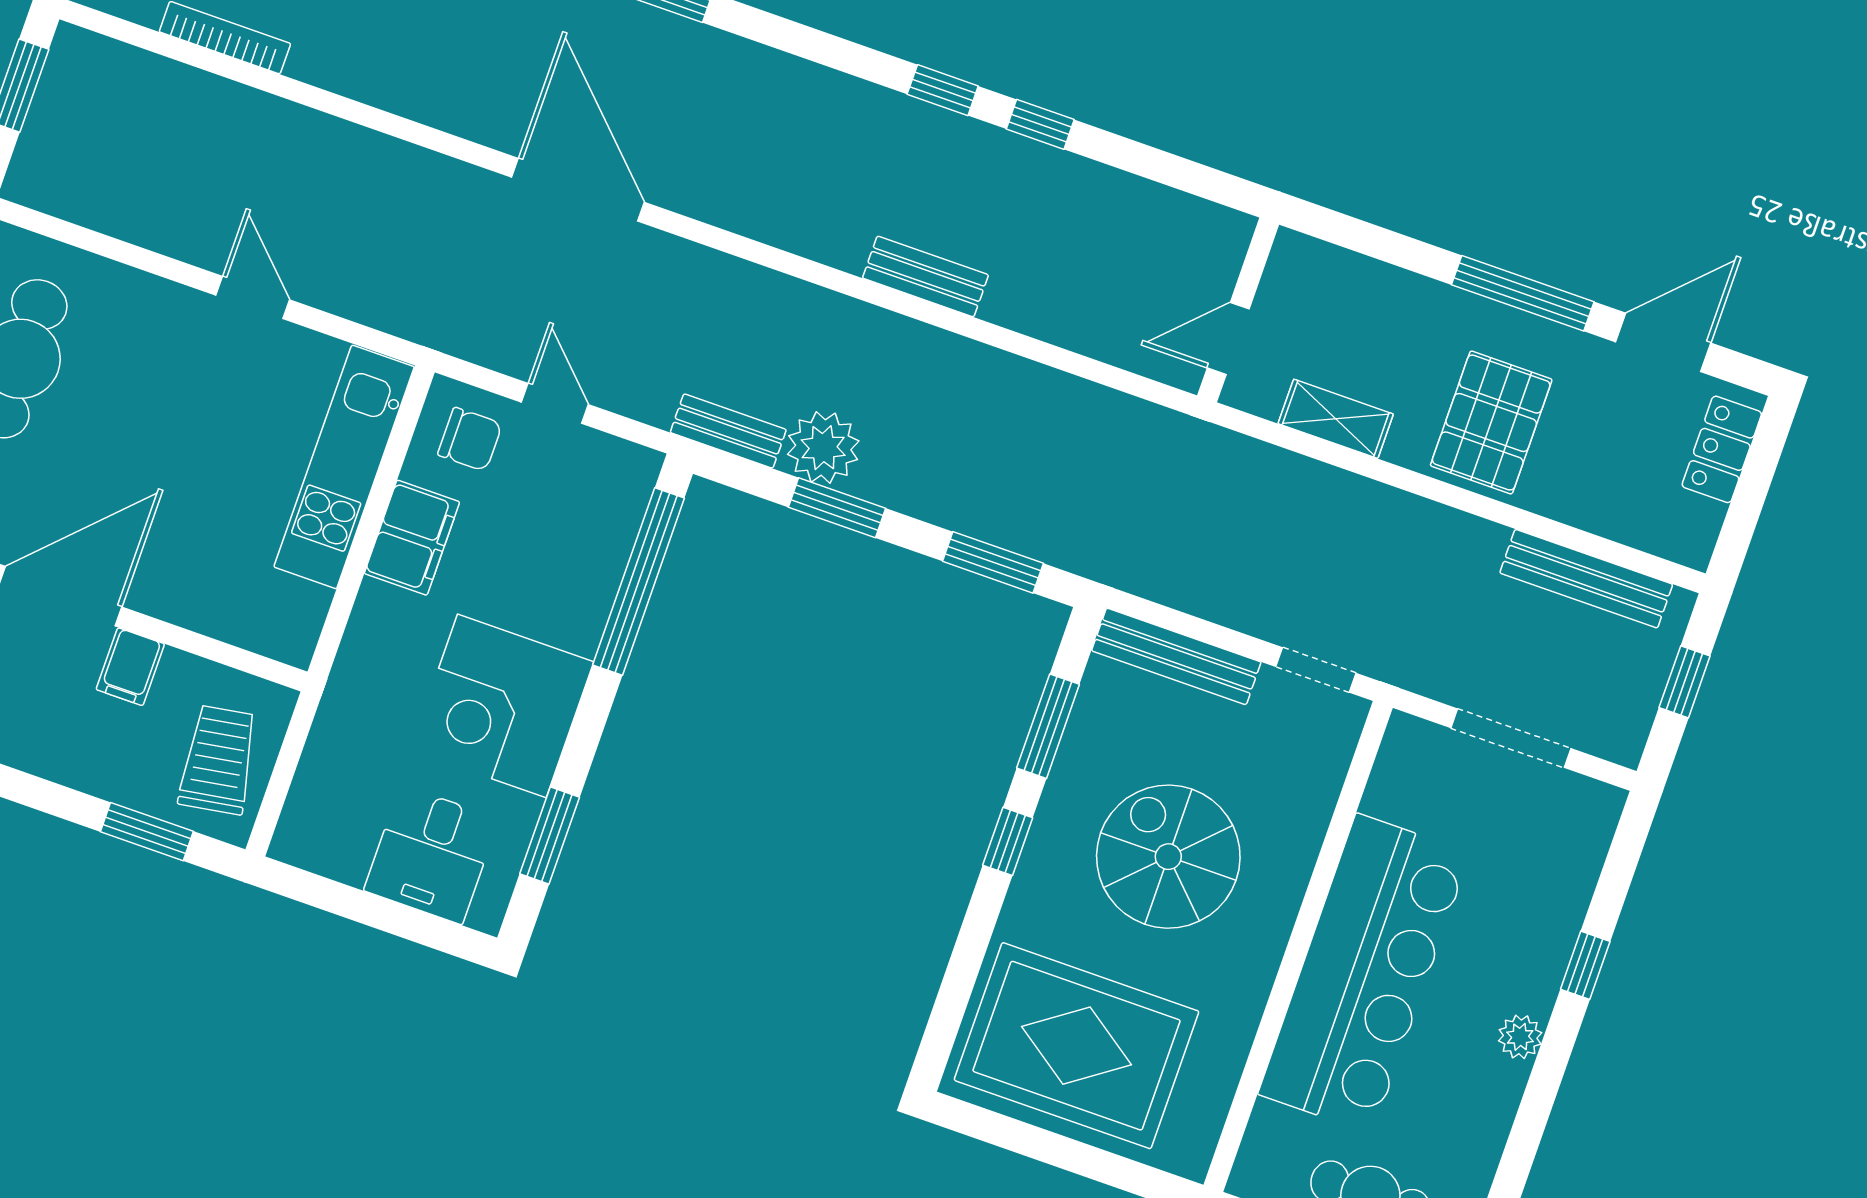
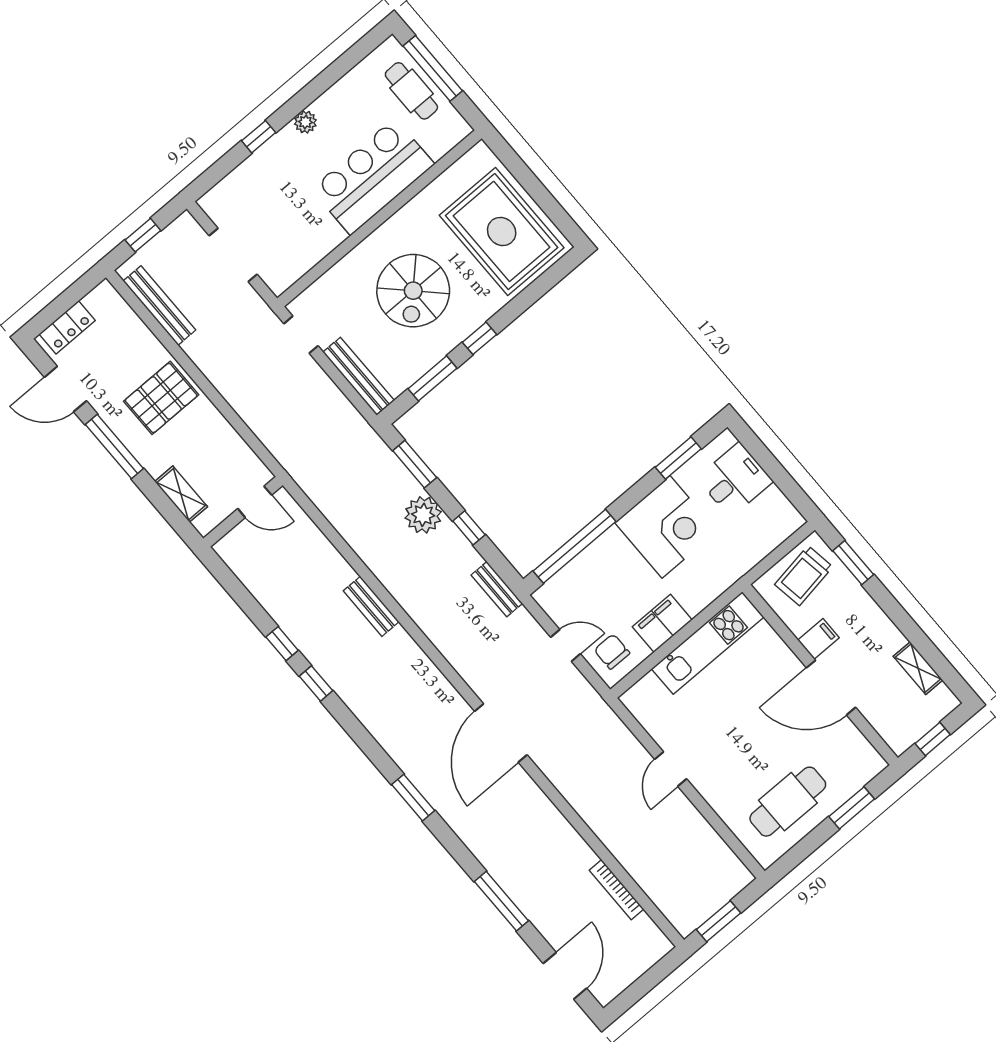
door: (555, 403) -> (566, 646), swing flipped
shelving: (1336, 419) -> (181, 494), moved
plant: (823, 448) -> (423, 515), moved
kitchen unit: (344, 467) -> (708, 643), moved
window: (837, 508) -> (469, 528), width x0.67
bar counter: (1364, 973) -> (373, 176), width x0.73

